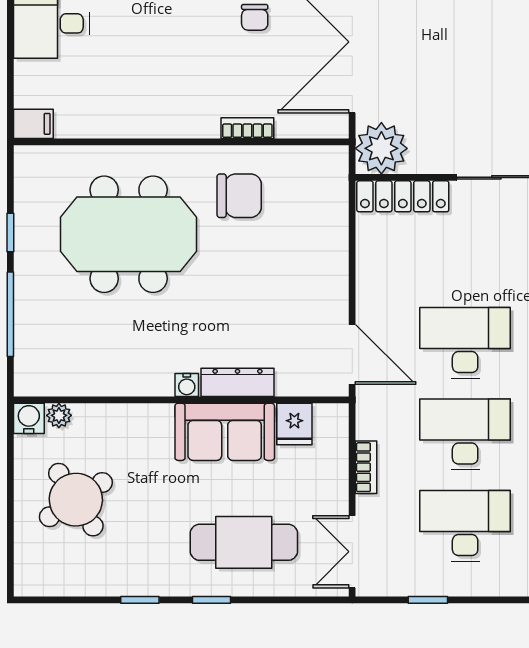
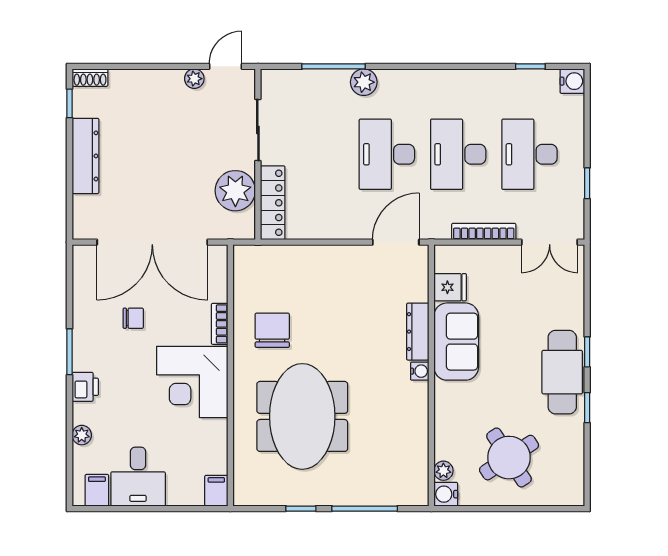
corner desk: (173, 93) -> (192, 382), added
plant: (381, 148) -> (235, 191), moved
bookcase: (366, 467) -> (484, 231), width x1.56
cafe table: (244, 542) -> (562, 372), moved

